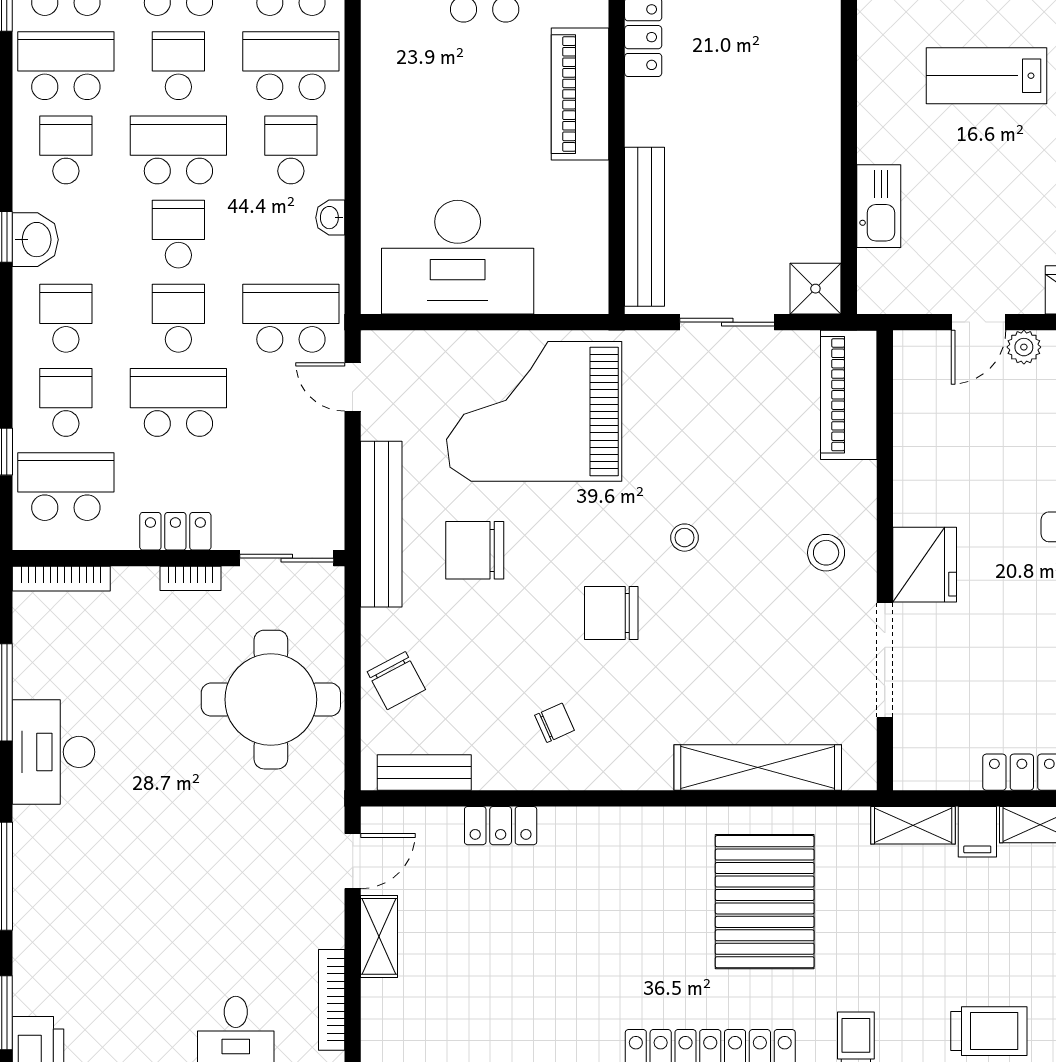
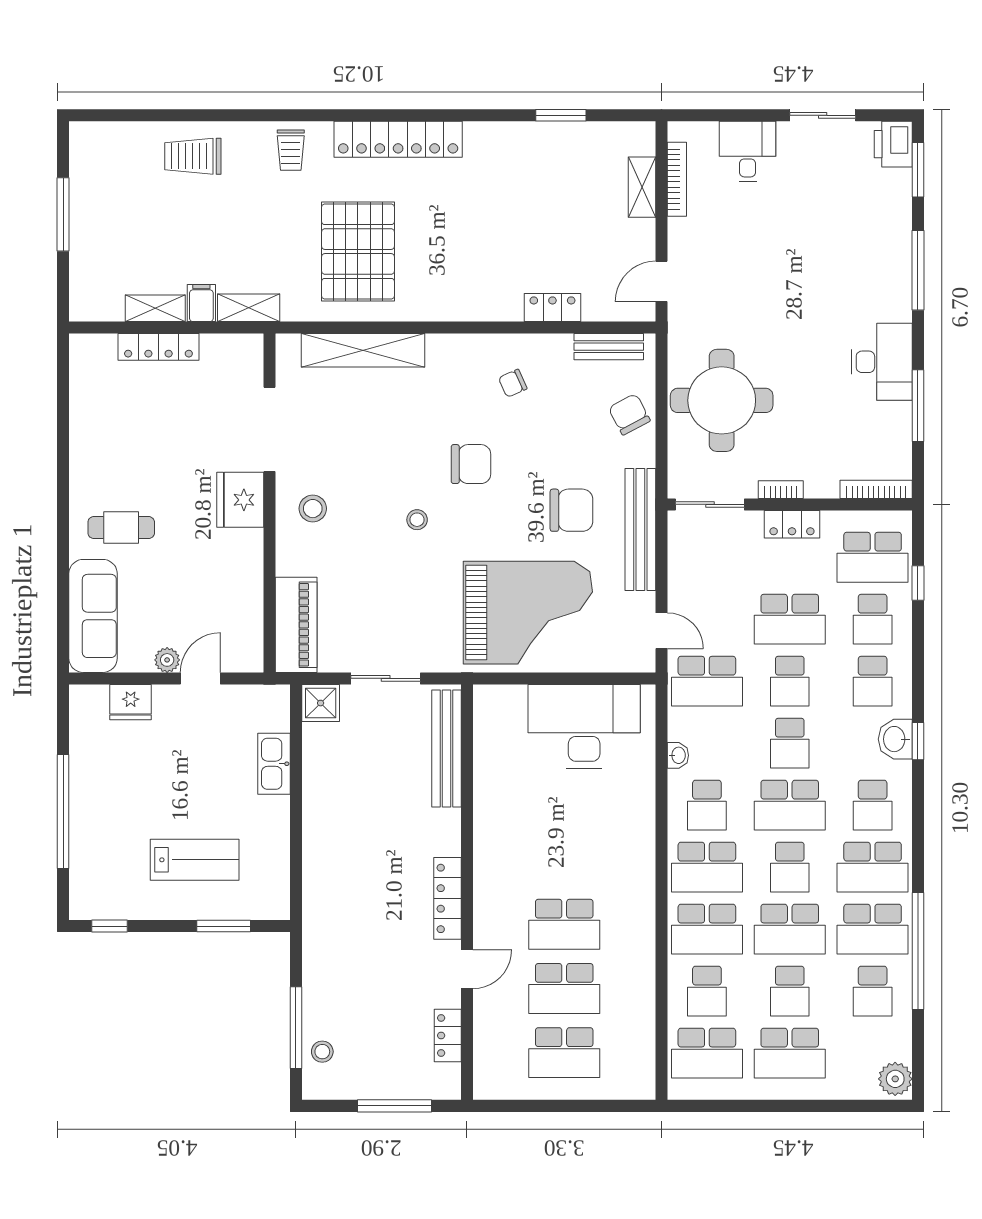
piano: (580, 94) -> (494, 846), removed
shelving: (379, 936) -> (642, 187), moved

